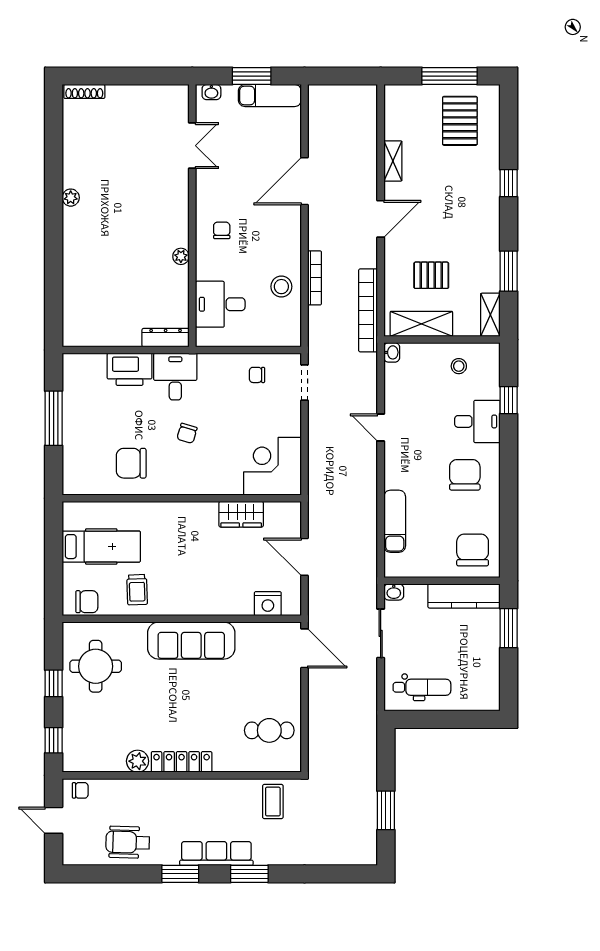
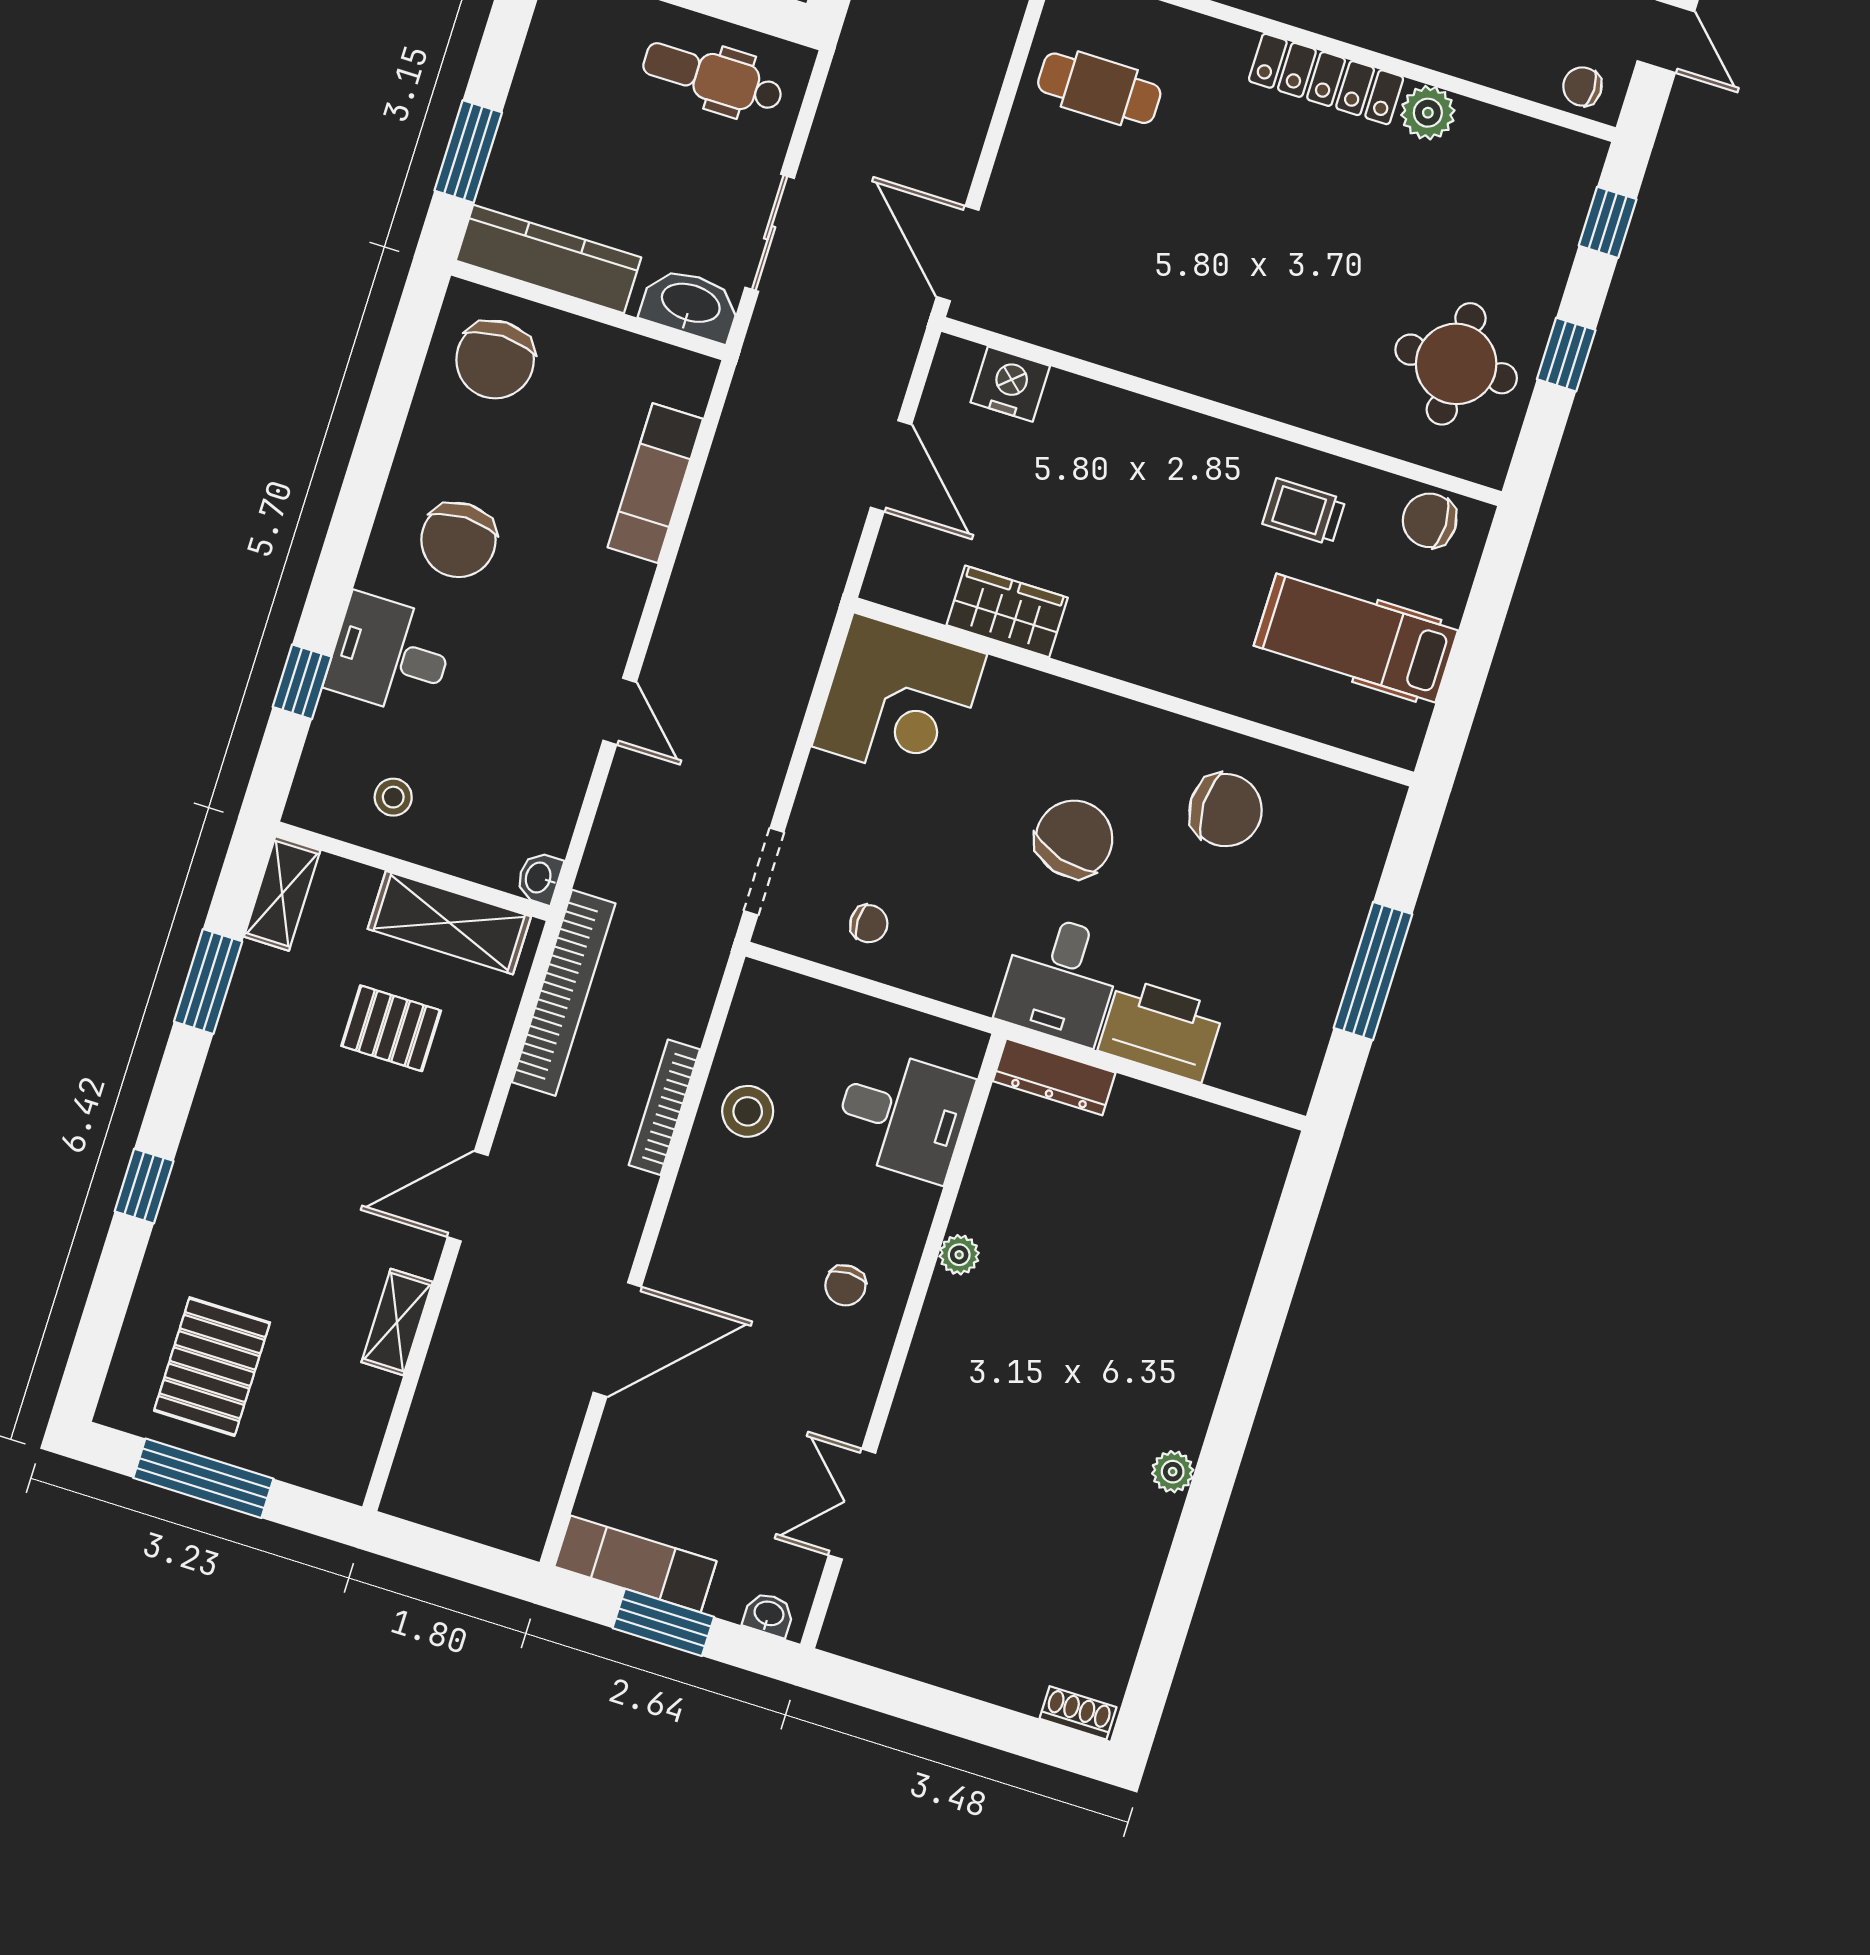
shoe rack: (84, 91) -> (1078, 1713), width x0.70
chair: (187, 433) -> (1074, 839), width x1.87, depth x1.87
trolley: (137, 590) -> (1304, 512), turned -88
washbasin: (394, 592) -> (690, 304), width x1.91, depth x1.45
sofa: (191, 641) -> (1215, 354), removed

